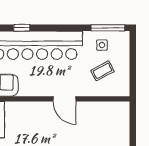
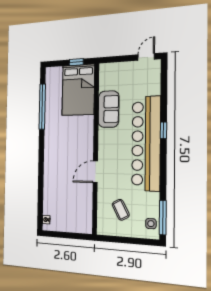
side table: (102, 45) -> (151, 224), moved

